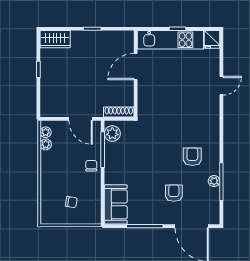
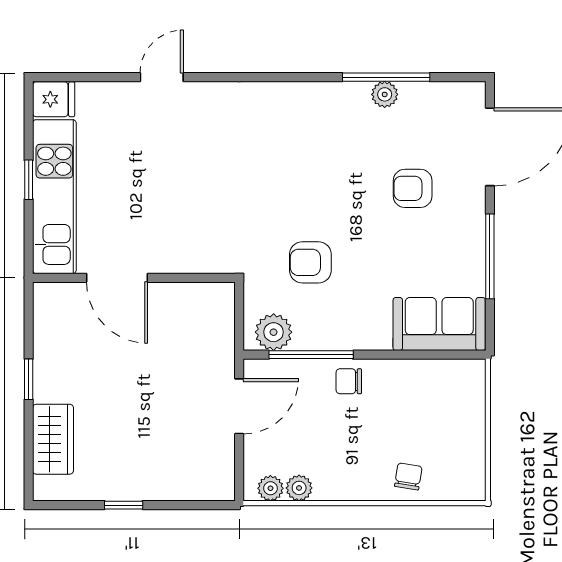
wardrobe: (55, 39) -> (53, 439), moved
door: (221, 86) -> (162, 77), hinge flipped
shoe rack: (119, 112) -> (223, 317), removed
armchair: (192, 157) -> (310, 262), moved
chair: (71, 202) -> (408, 476), moved

